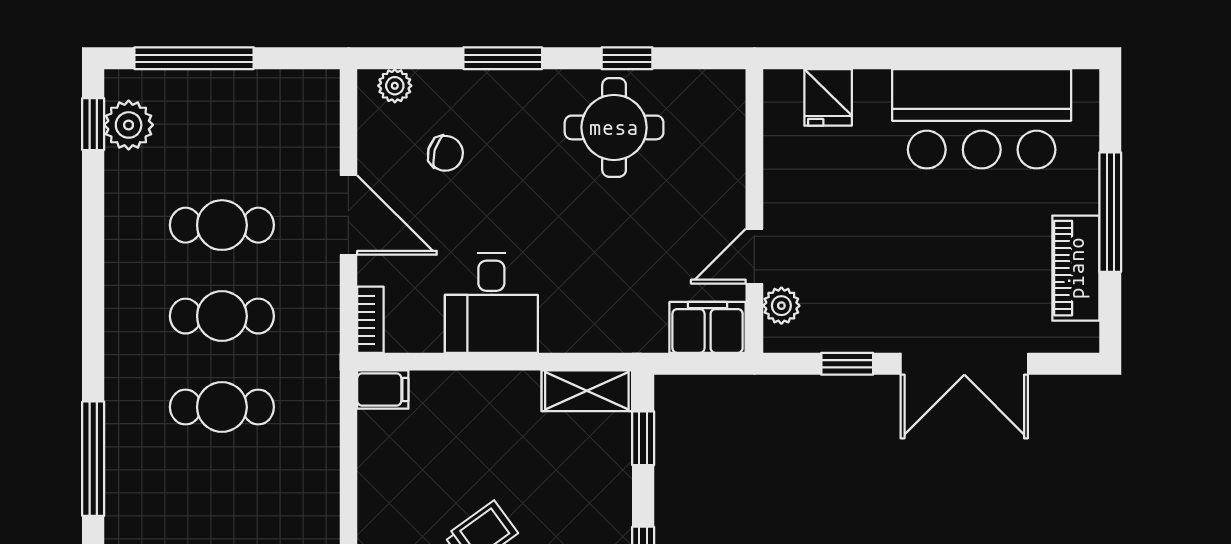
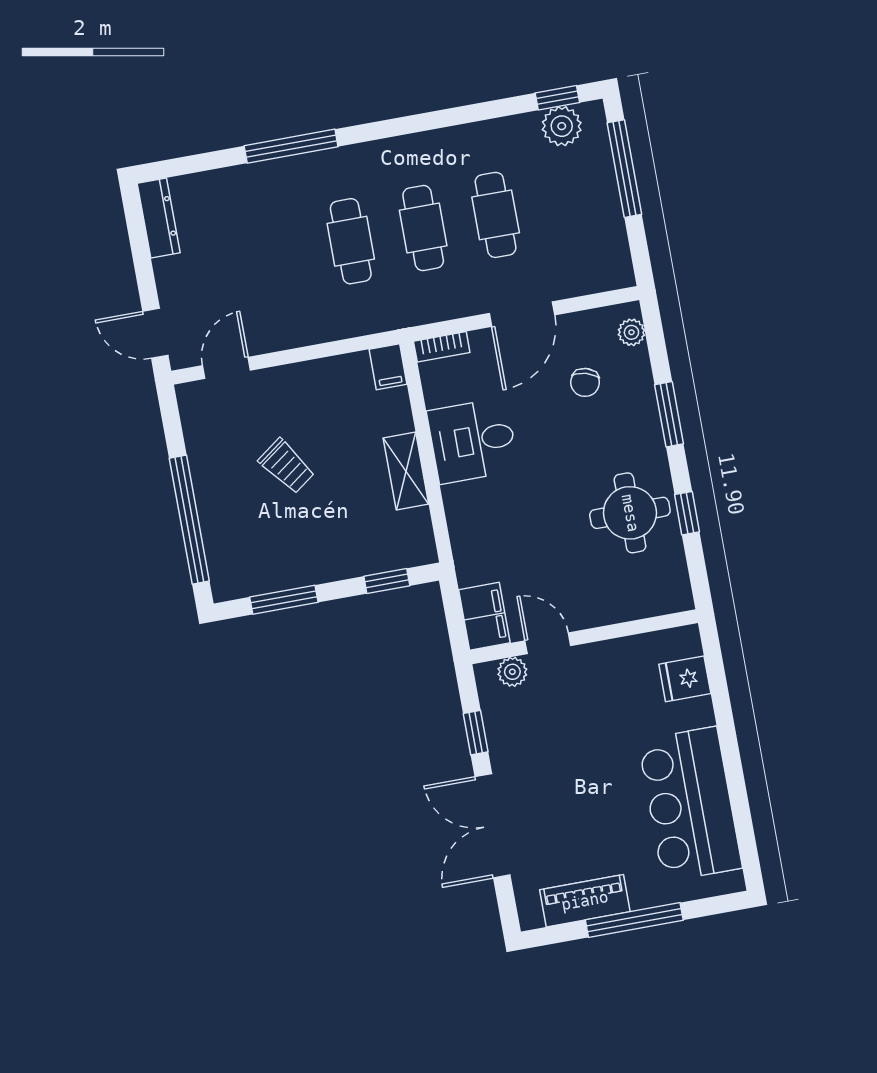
shelving: (587, 391) -> (406, 471), moved

